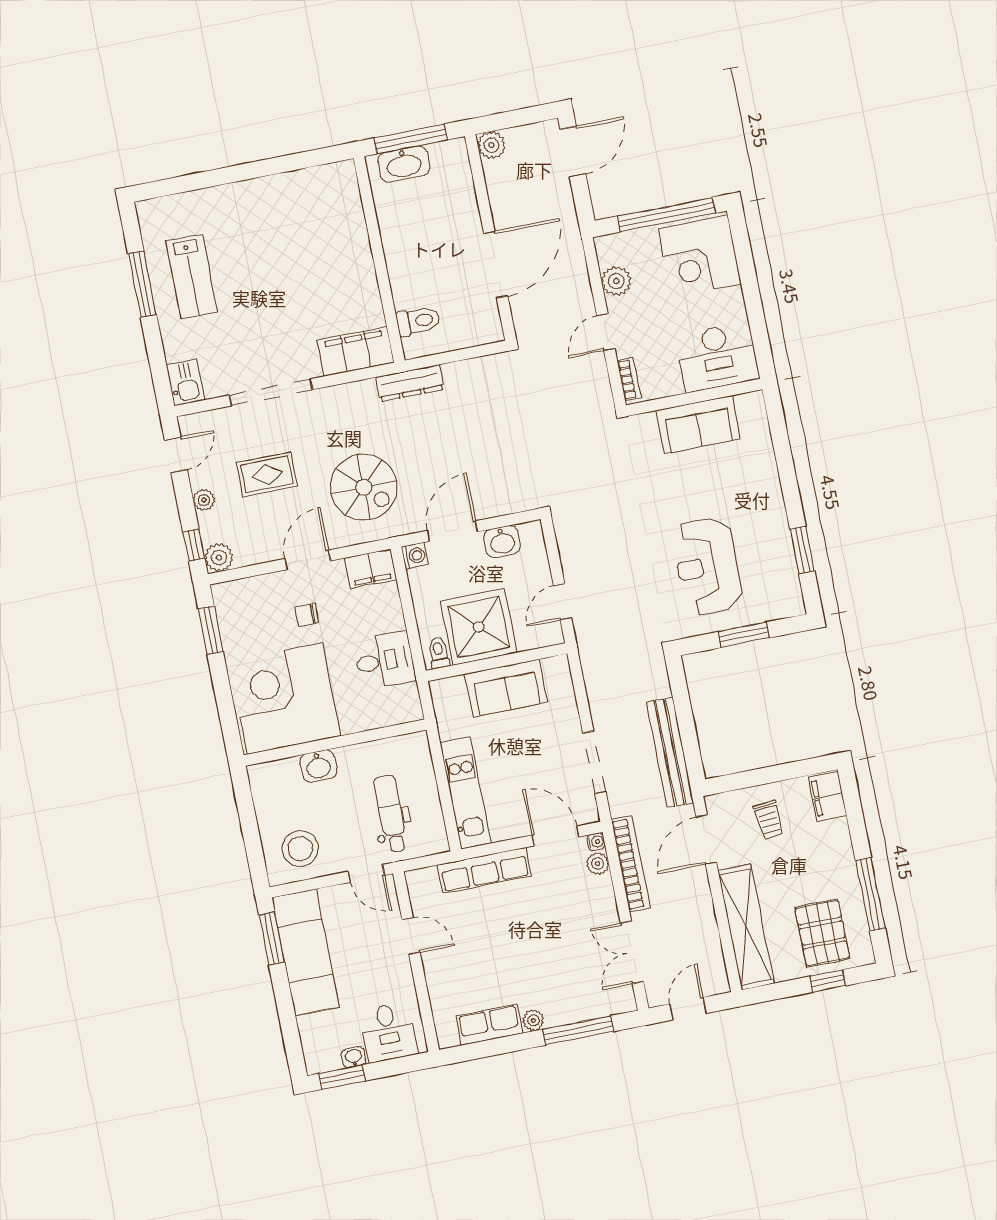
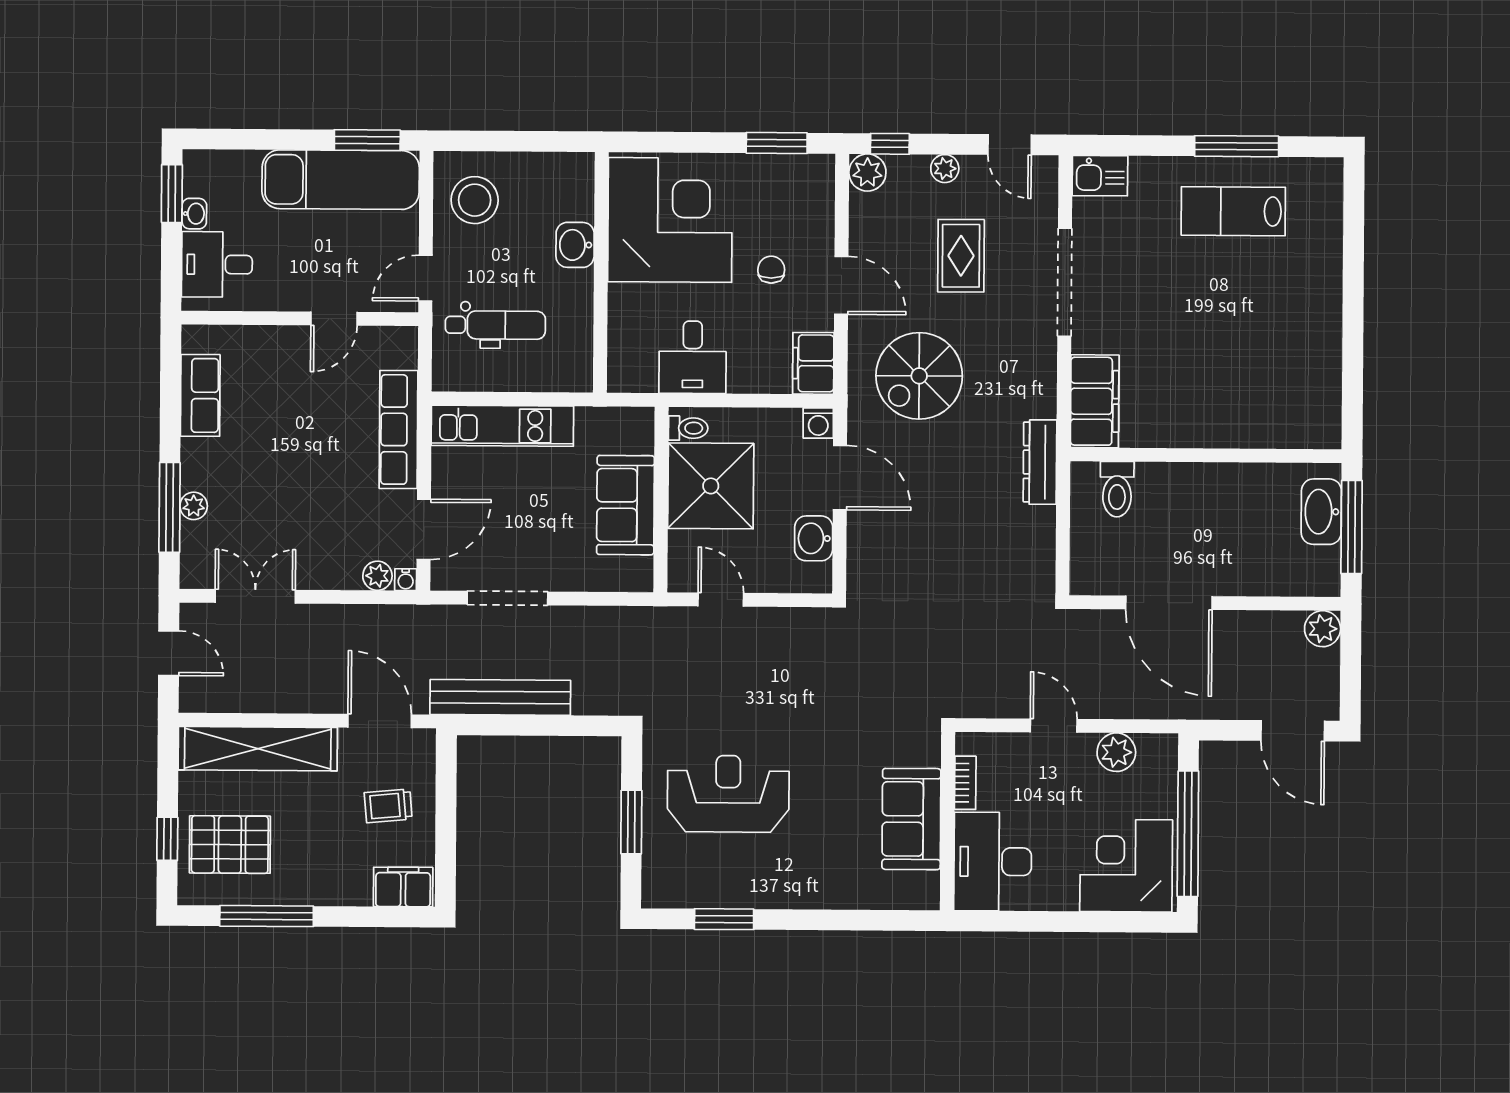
bookcase: (629, 379) -> (965, 783), moved, turned -90
bookcase: (631, 864) -> (369, 618), removed
plant: (533, 1020) -> (194, 506), moved

